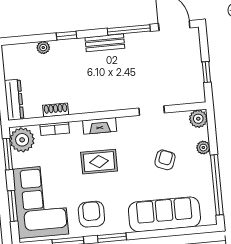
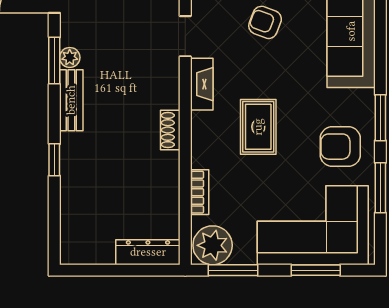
window: (129, 30) -> (54, 61), width x0.69
plant: (43, 48) -> (70, 57), moved
shoe rack: (56, 110) -> (170, 130), moved
fireplace: (100, 126) -> (202, 84), moved

